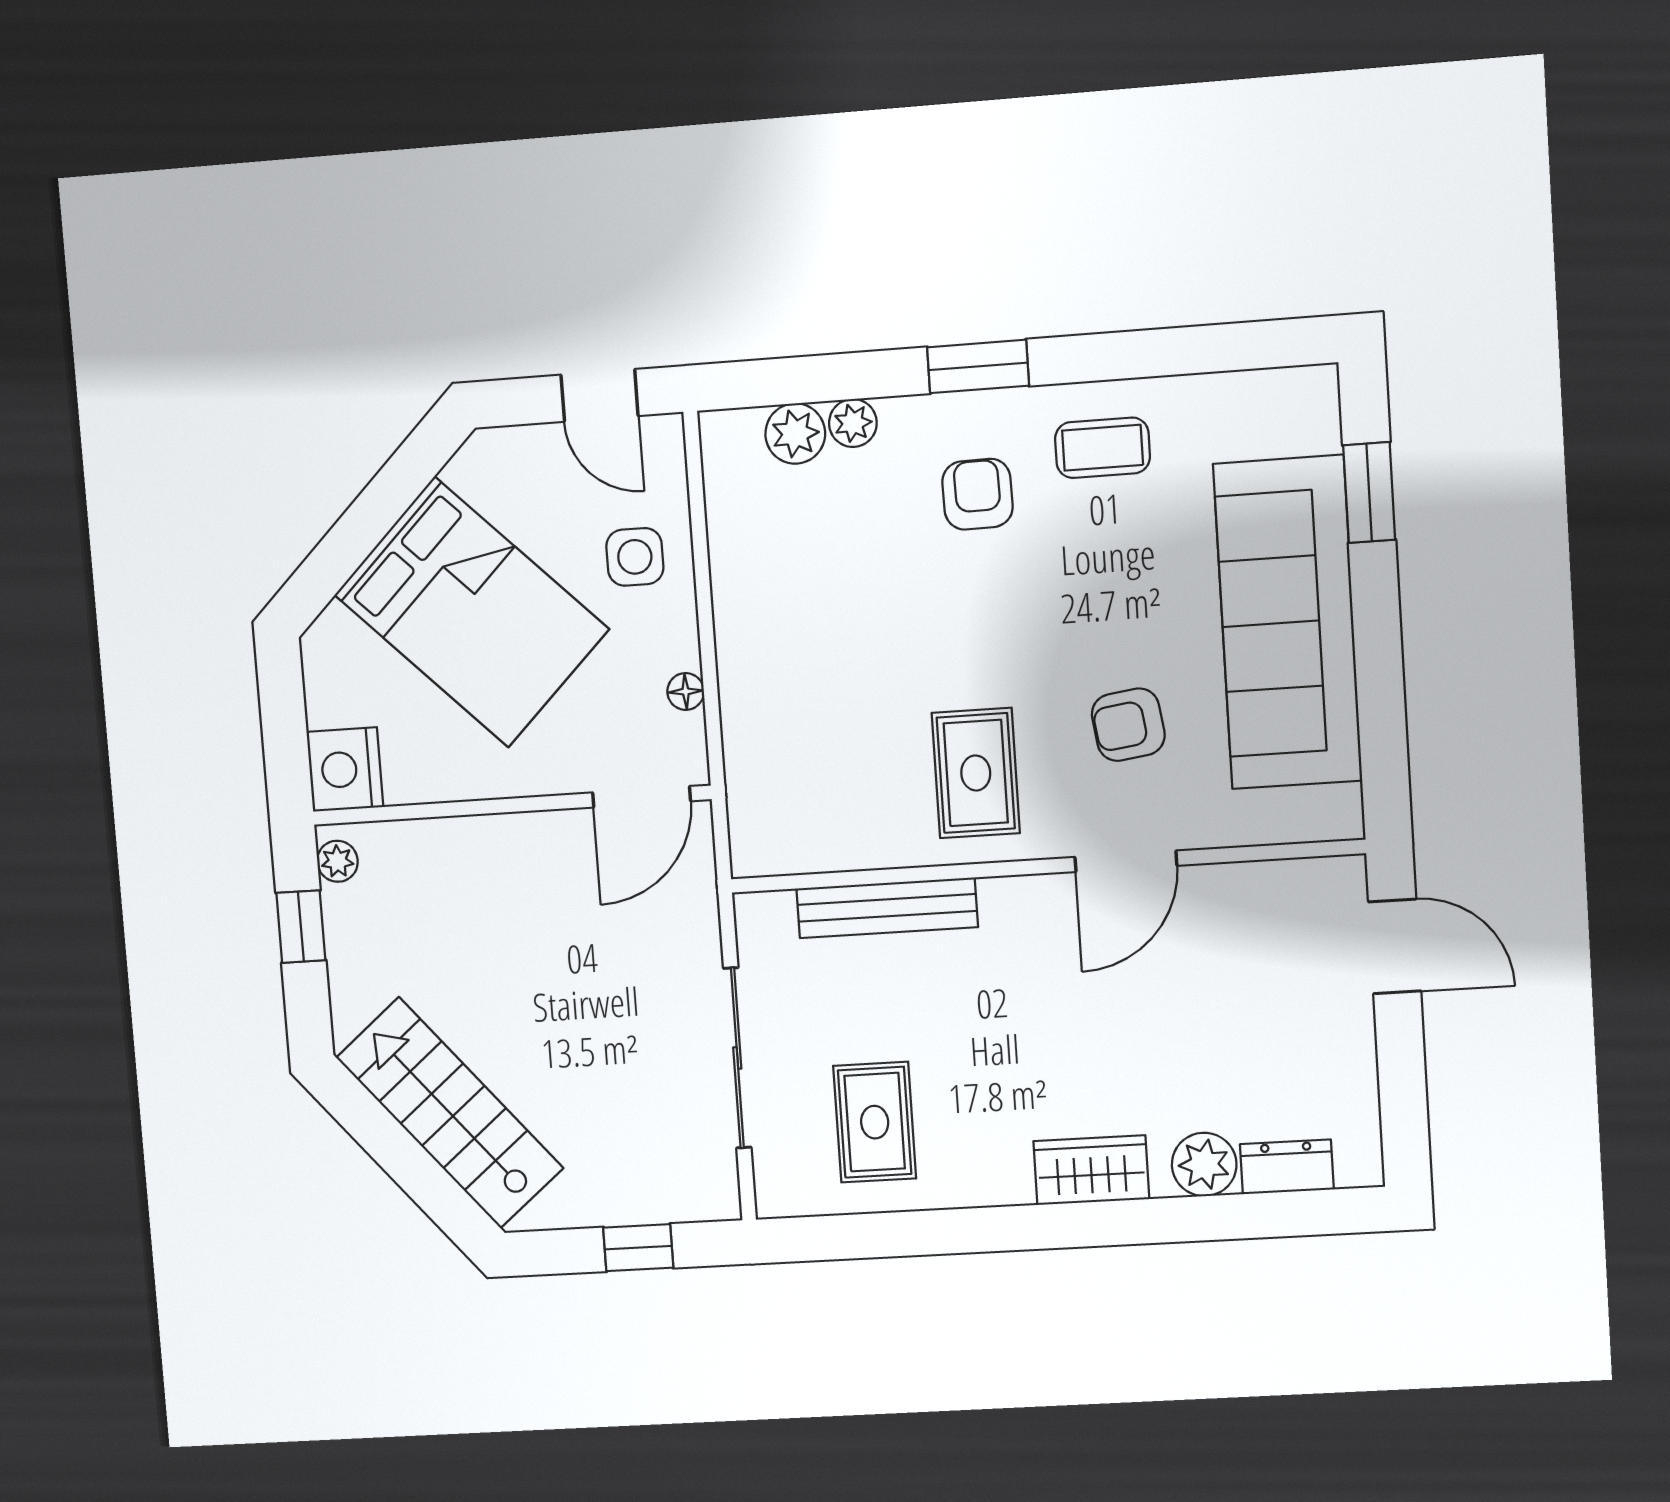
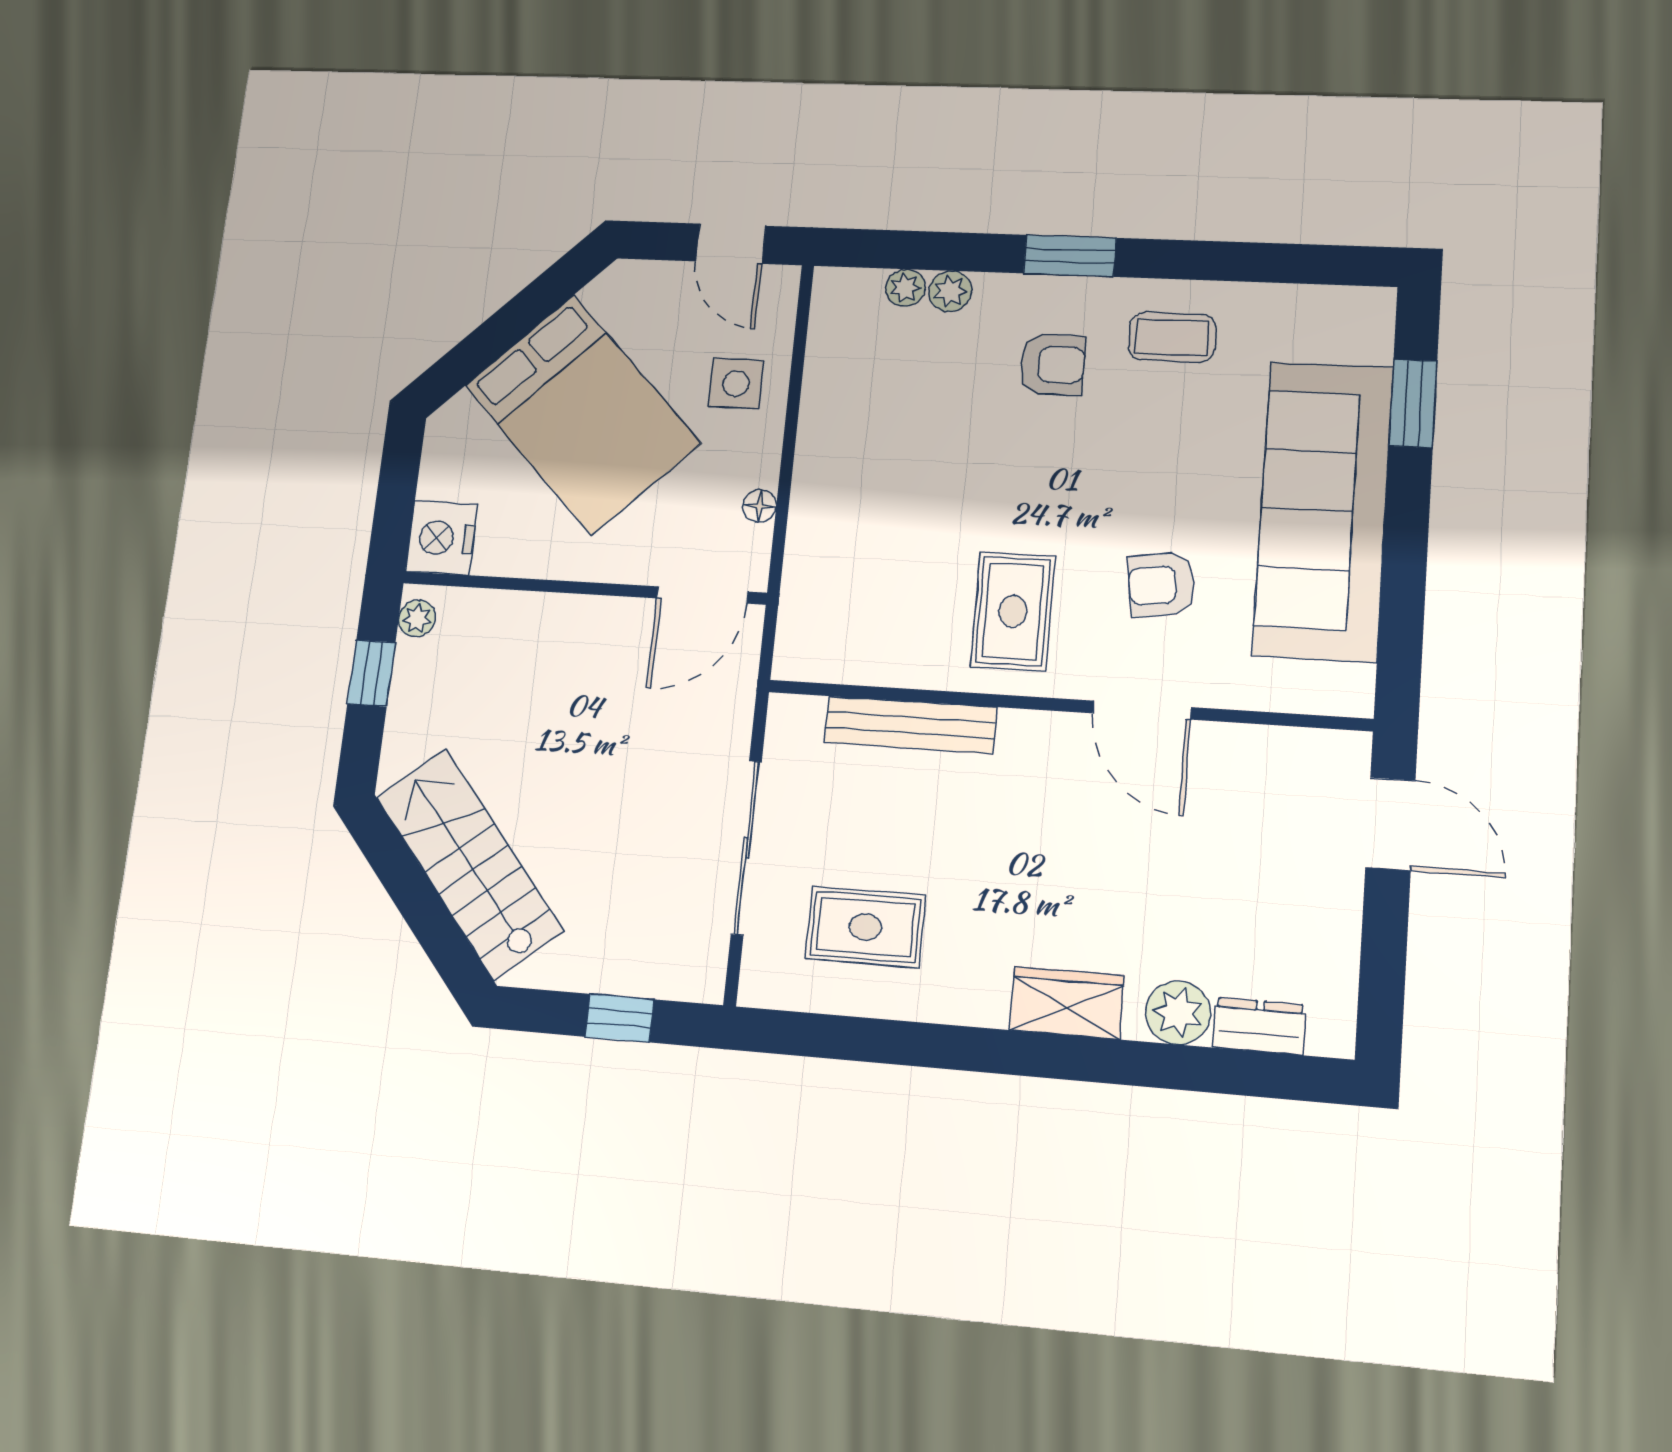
plant: (795, 434) -> (905, 288), width x0.73, depth x0.73
armchair: (978, 494) -> (1053, 364), turned 91
door: (1126, 861) -> (1142, 710), hinge flipped
rug: (875, 1122) -> (865, 927), turned 90

